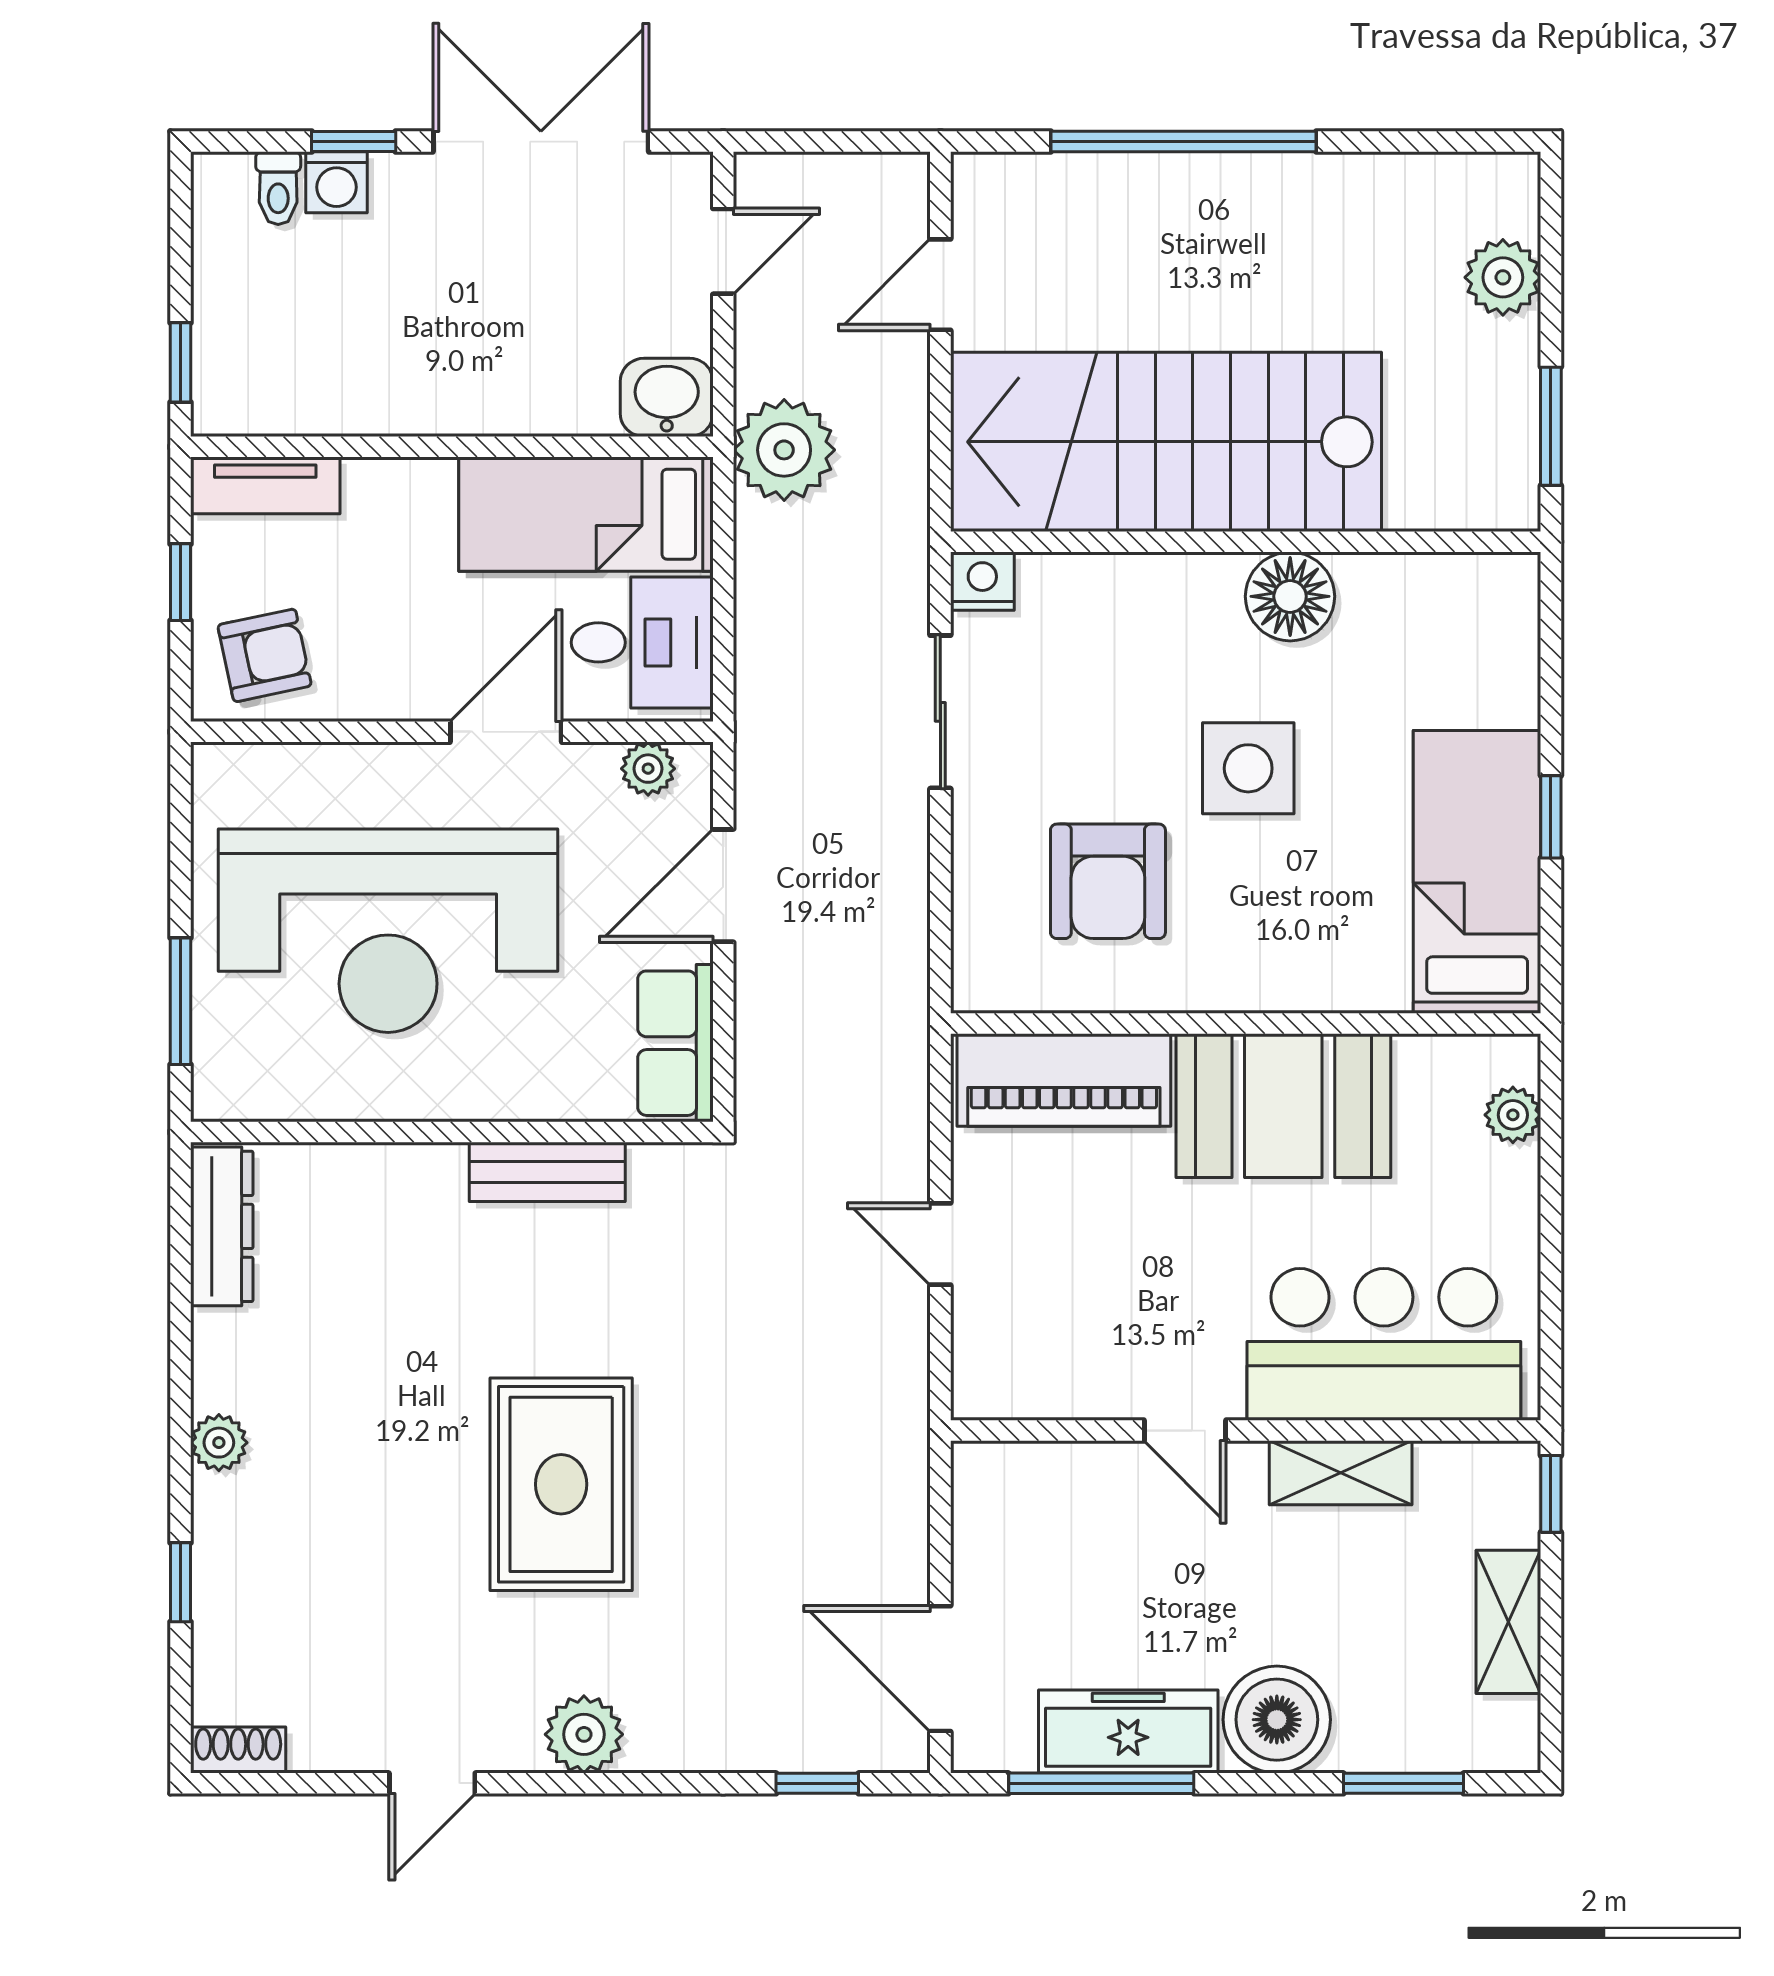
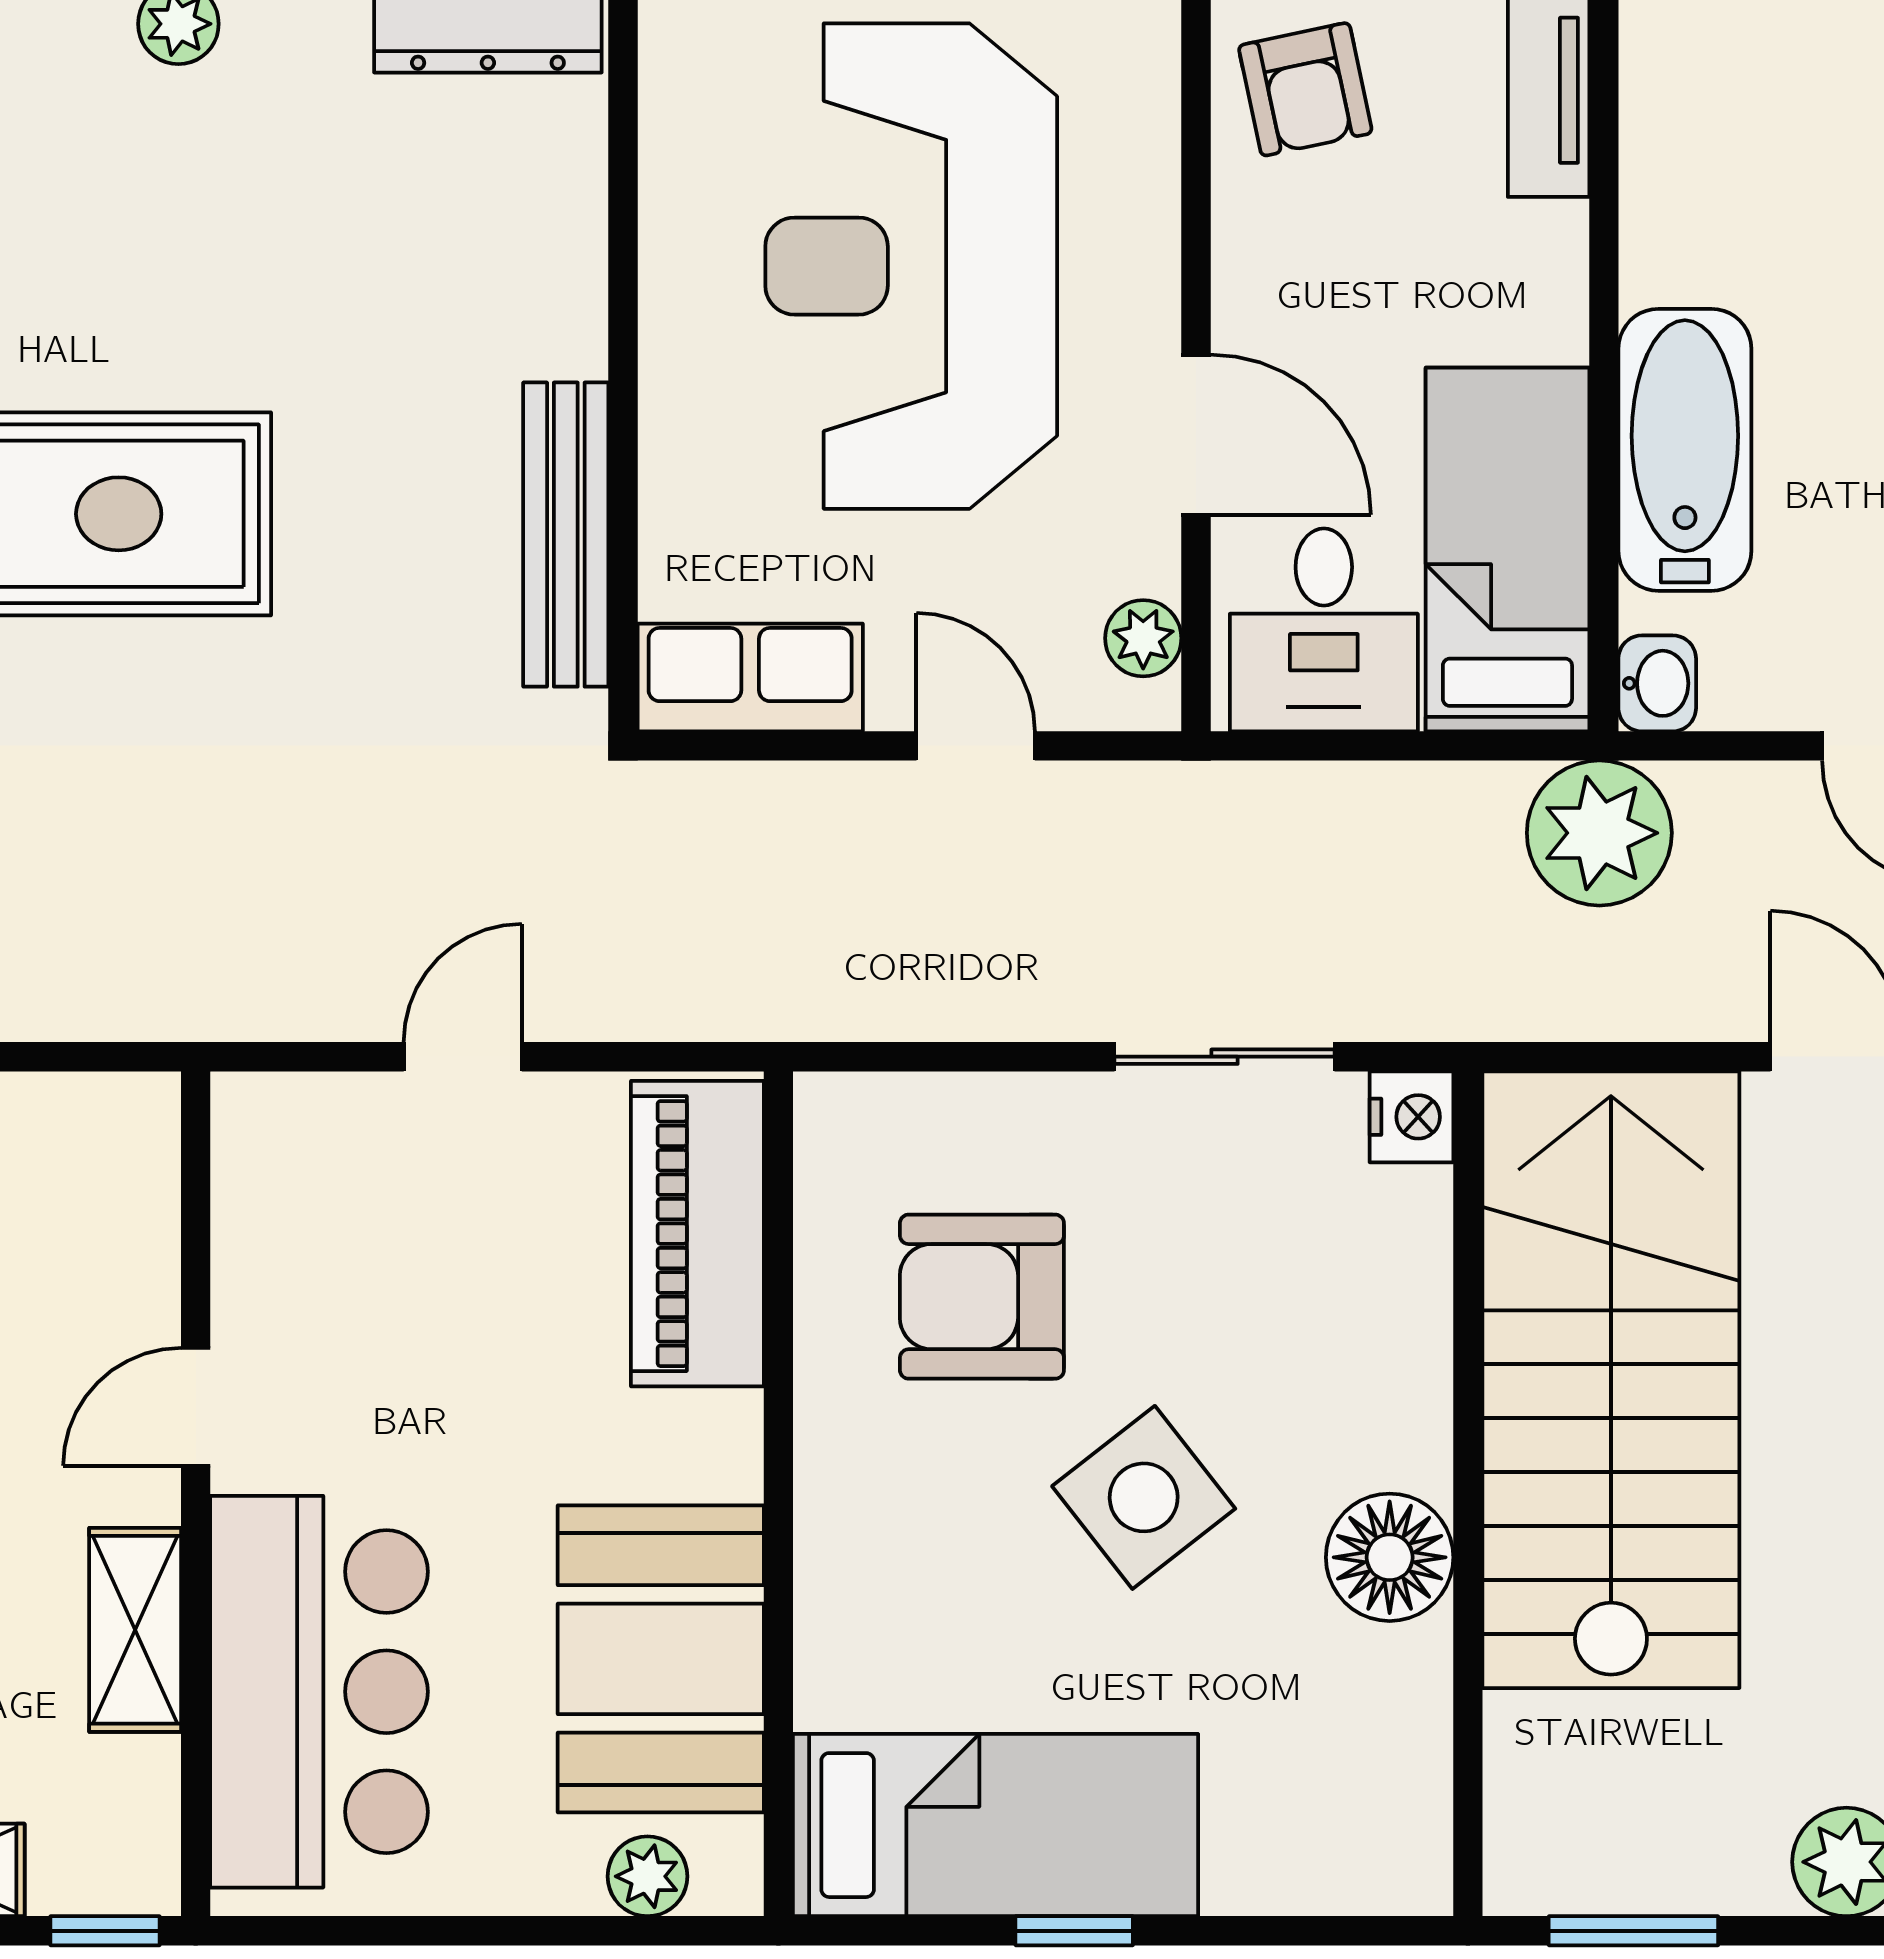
bathtub: (516, 390) -> (1685, 450), added
washbasin: (667, 397) -> (1657, 683), width x0.72, depth x0.69
side table: (1248, 768) -> (1144, 1497), turned -38
door: (723, 886) -> (976, 746), width x0.73
booth: (1283, 1106) -> (661, 1659), moved
bench: (547, 1172) -> (566, 535), width x1.36

